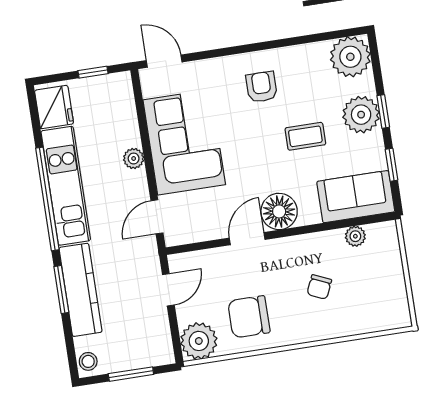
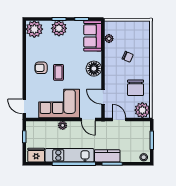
door: (164, 61) -> (24, 106), hinge flipped
coffee table: (305, 136) -> (58, 72), moved
door: (247, 239) -> (103, 97), moved
kitchen counter: (80, 290) -> (107, 156), width x0.67

